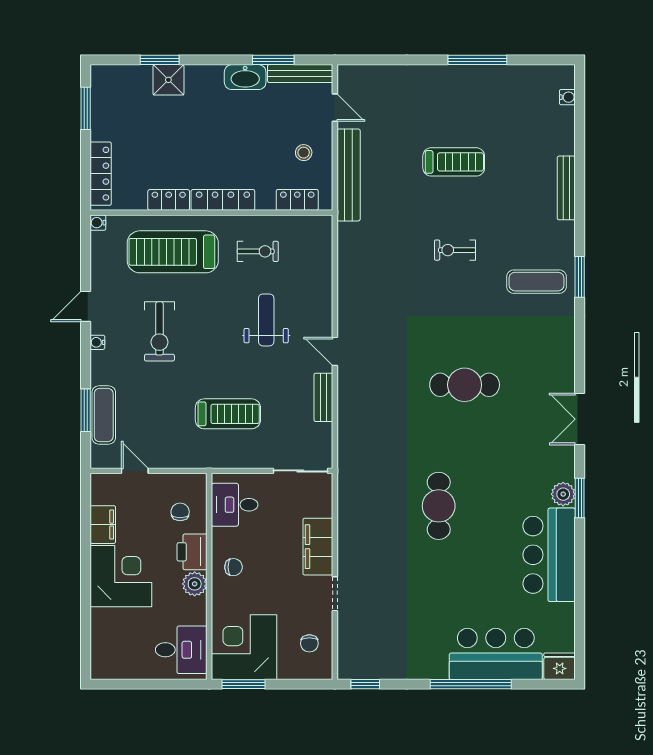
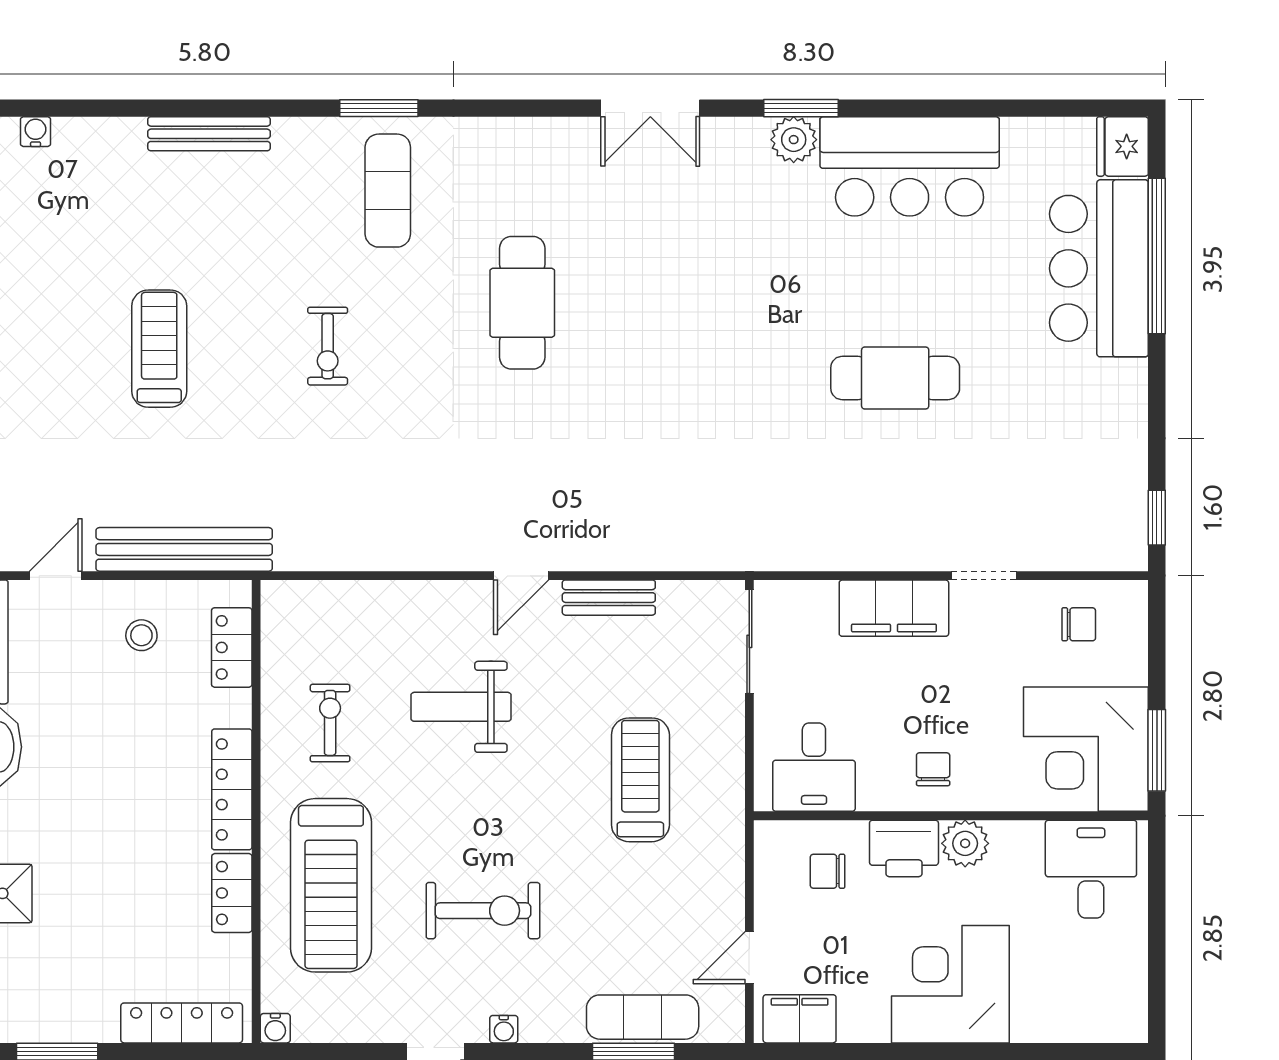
cafe table: (465, 385) -> (522, 303), moved
cafe table: (439, 506) -> (895, 378), moved
filing cabinet: (103, 525) -> (800, 1019), moved
window: (471, 684) -> (1157, 256), moved

